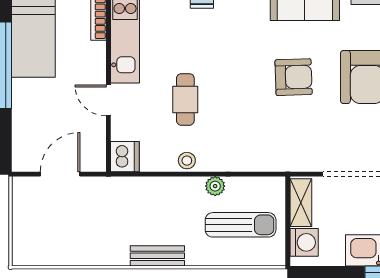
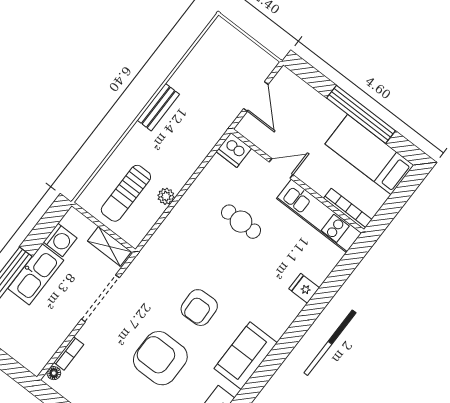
stool: (187, 161) -> (198, 190), removed
washing machine: (304, 242) -> (60, 240), moved, turned -90
bench: (157, 256) -> (158, 107), moved

